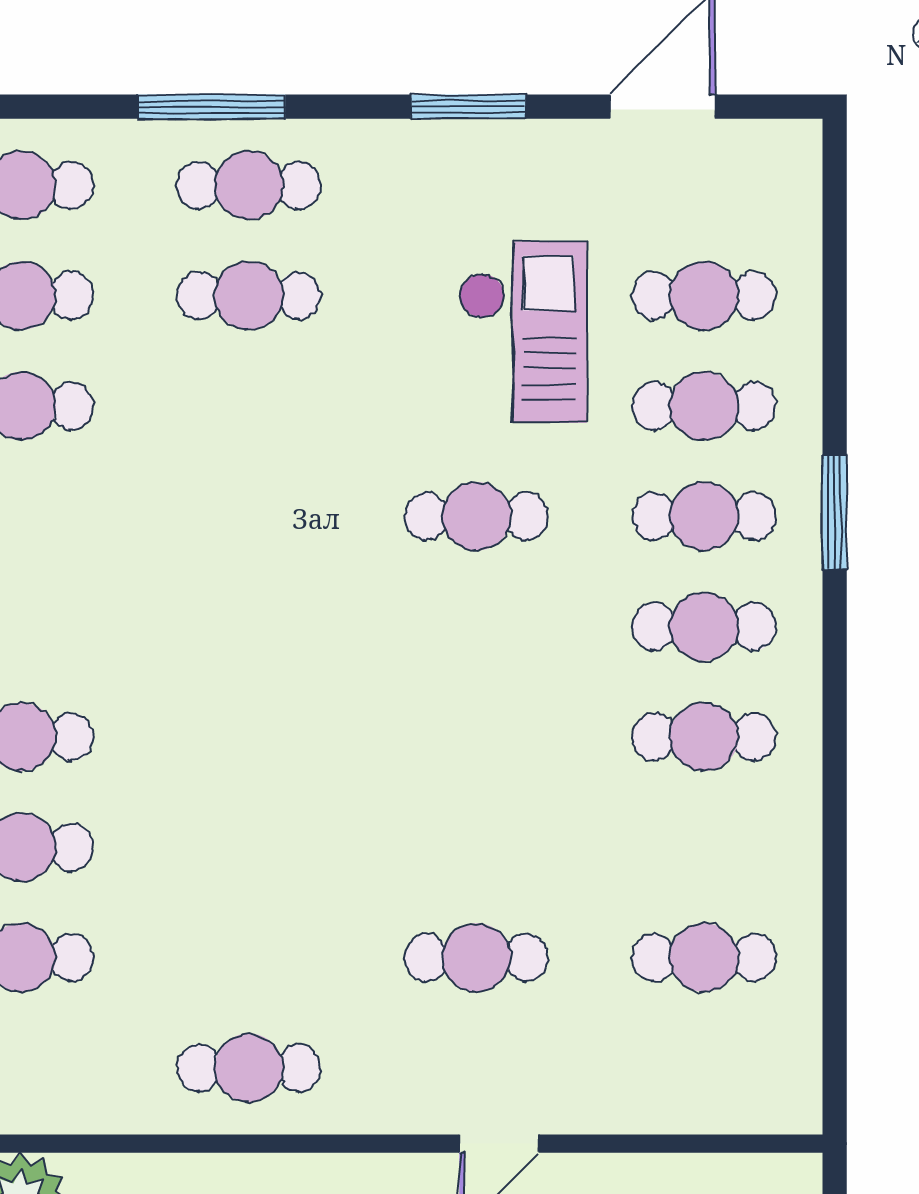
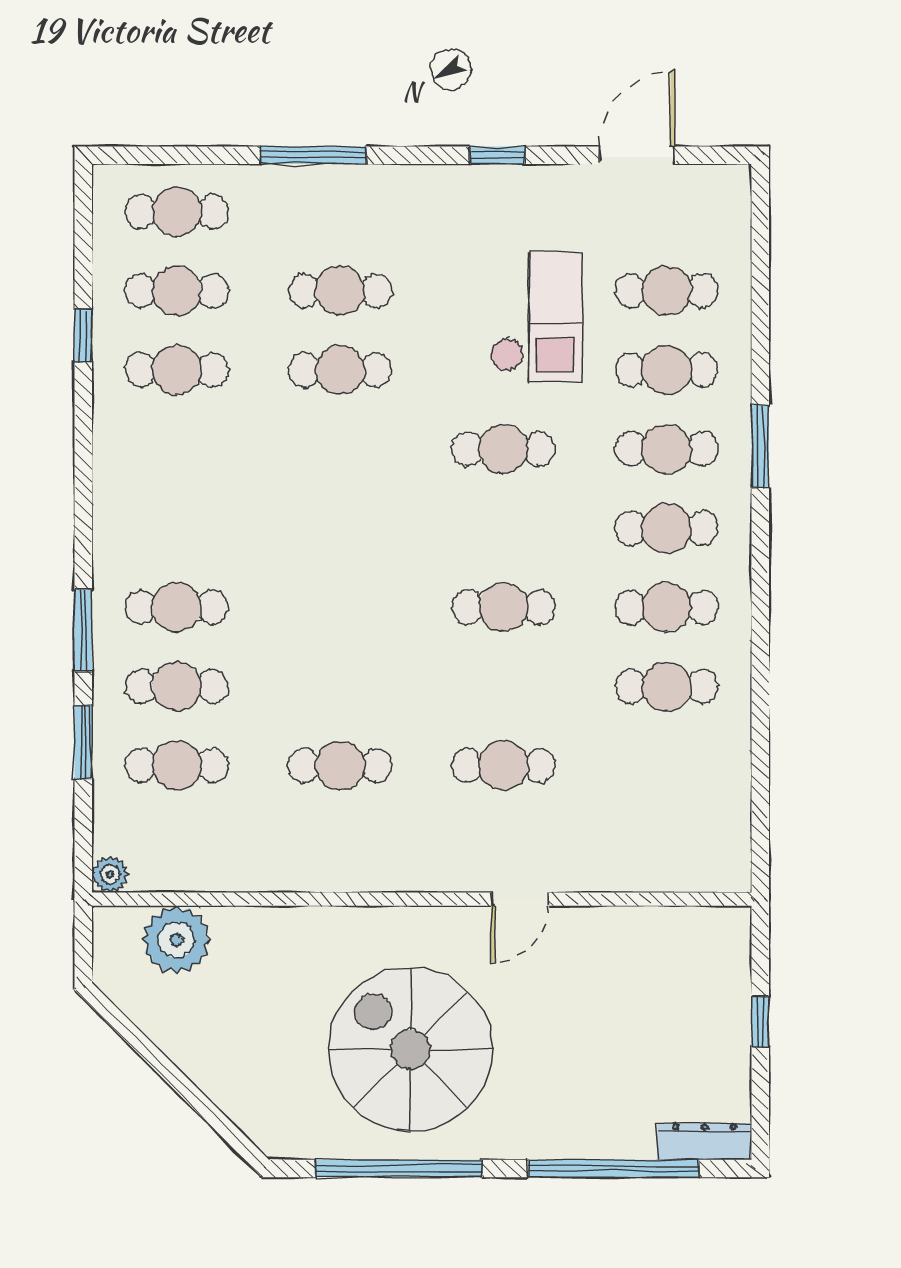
window: (468, 107) -> (497, 155), width x0.67
cafe table: (249, 185) -> (340, 370), moved
cafe table: (476, 737) -> (503, 607), added
cafe table: (704, 958) -> (667, 686), moved
cafe table: (249, 1068) -> (340, 766), moved

